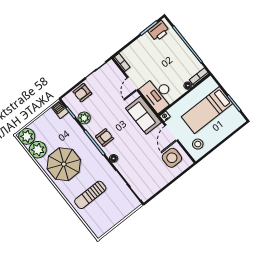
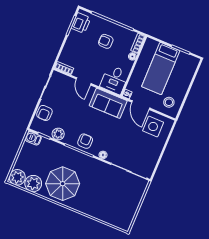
armchair: (172, 59) -> (106, 41), added
desk: (158, 94) -> (114, 80), width x0.73
sun lounger: (90, 195) -> (100, 198), removed

